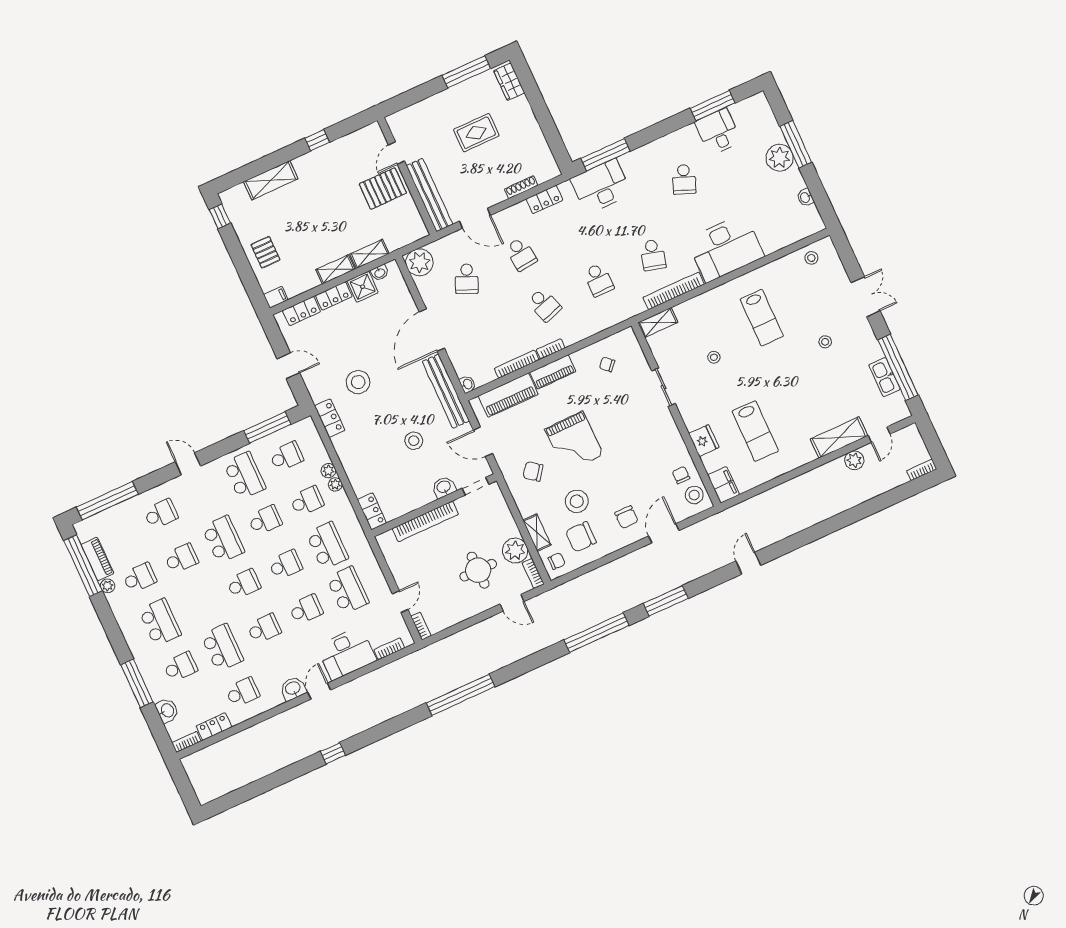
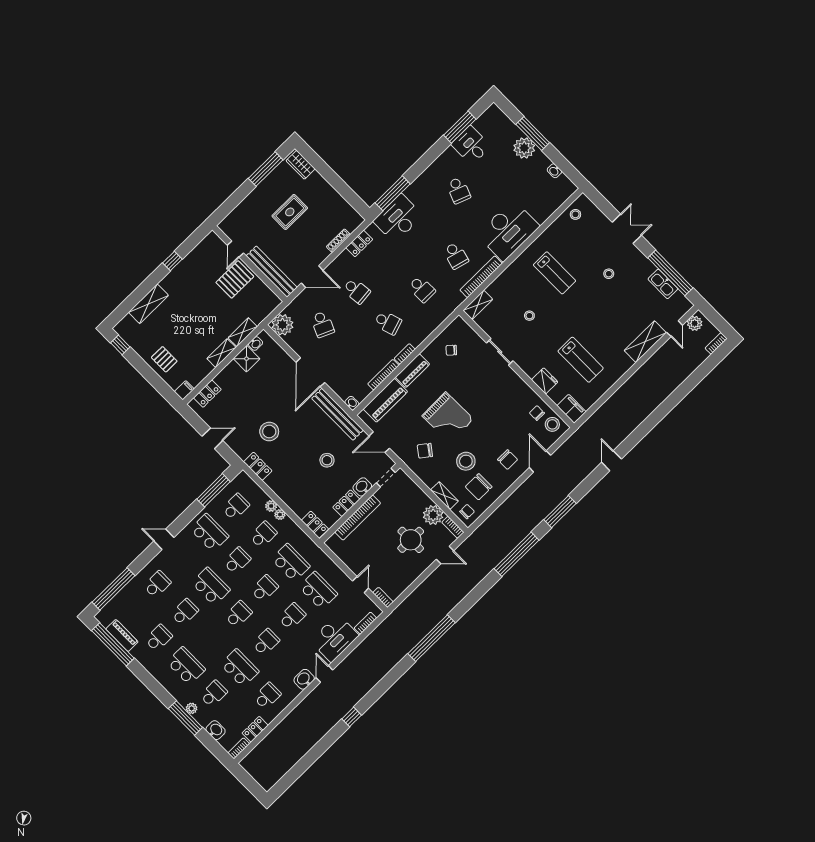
locker: (334, 296) -> (346, 503), moved, turned 180
plant: (854, 460) -> (695, 323), moved
plant: (108, 586) -> (192, 708), moved

